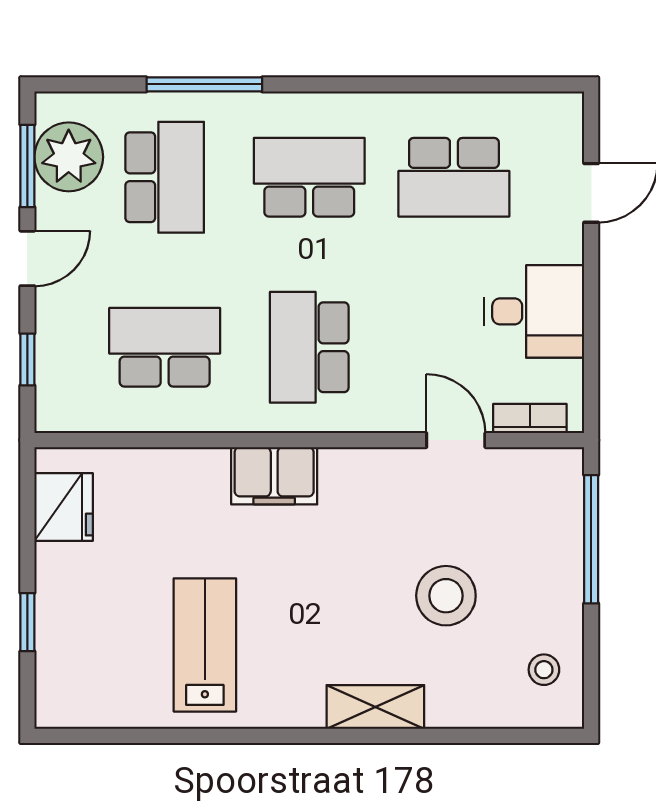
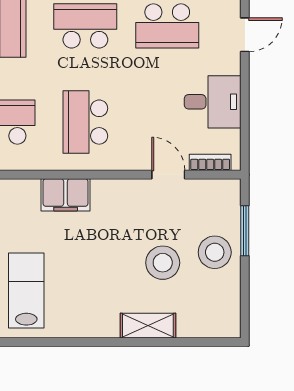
window: (591, 539) -> (245, 231), width x0.69
stool: (544, 670) -> (215, 252), moved, width x1.89, depth x1.89
shelving: (375, 707) -> (148, 326), moved

